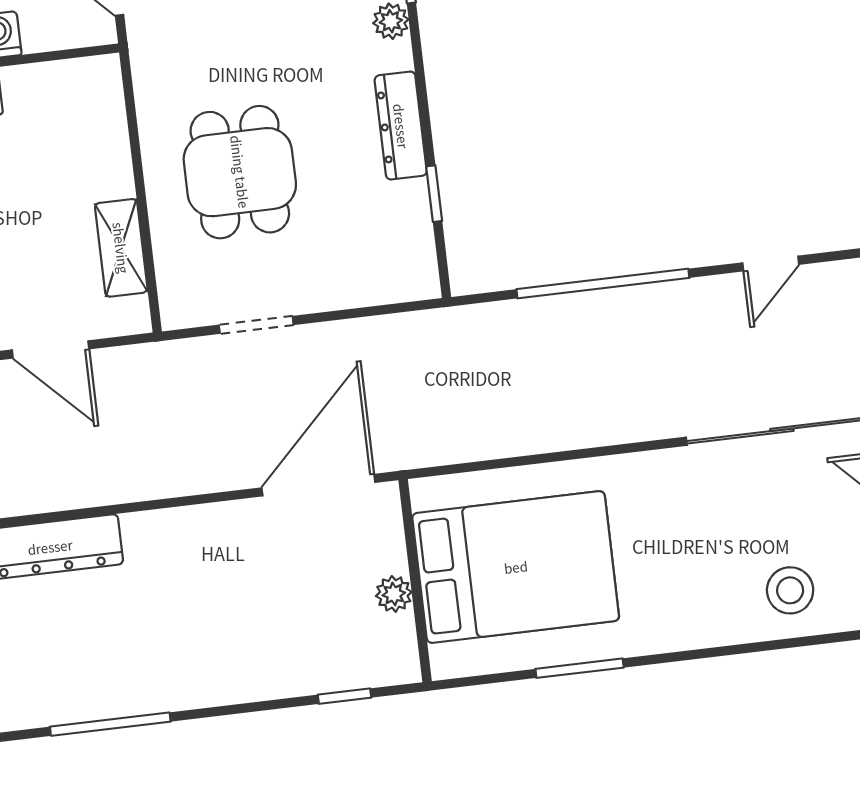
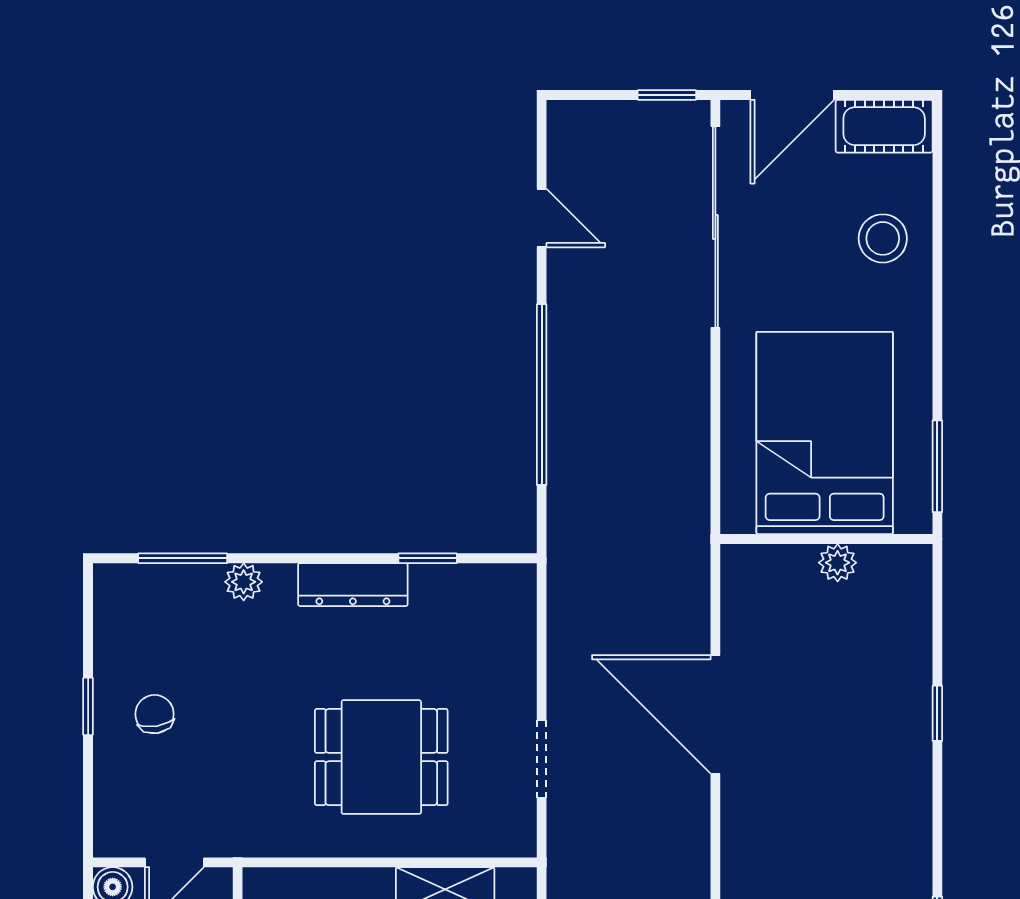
bed: (516, 567) -> (825, 433), moved
wall: (415, 581) -> (826, 539), moved
plant: (394, 594) -> (838, 563), moved

